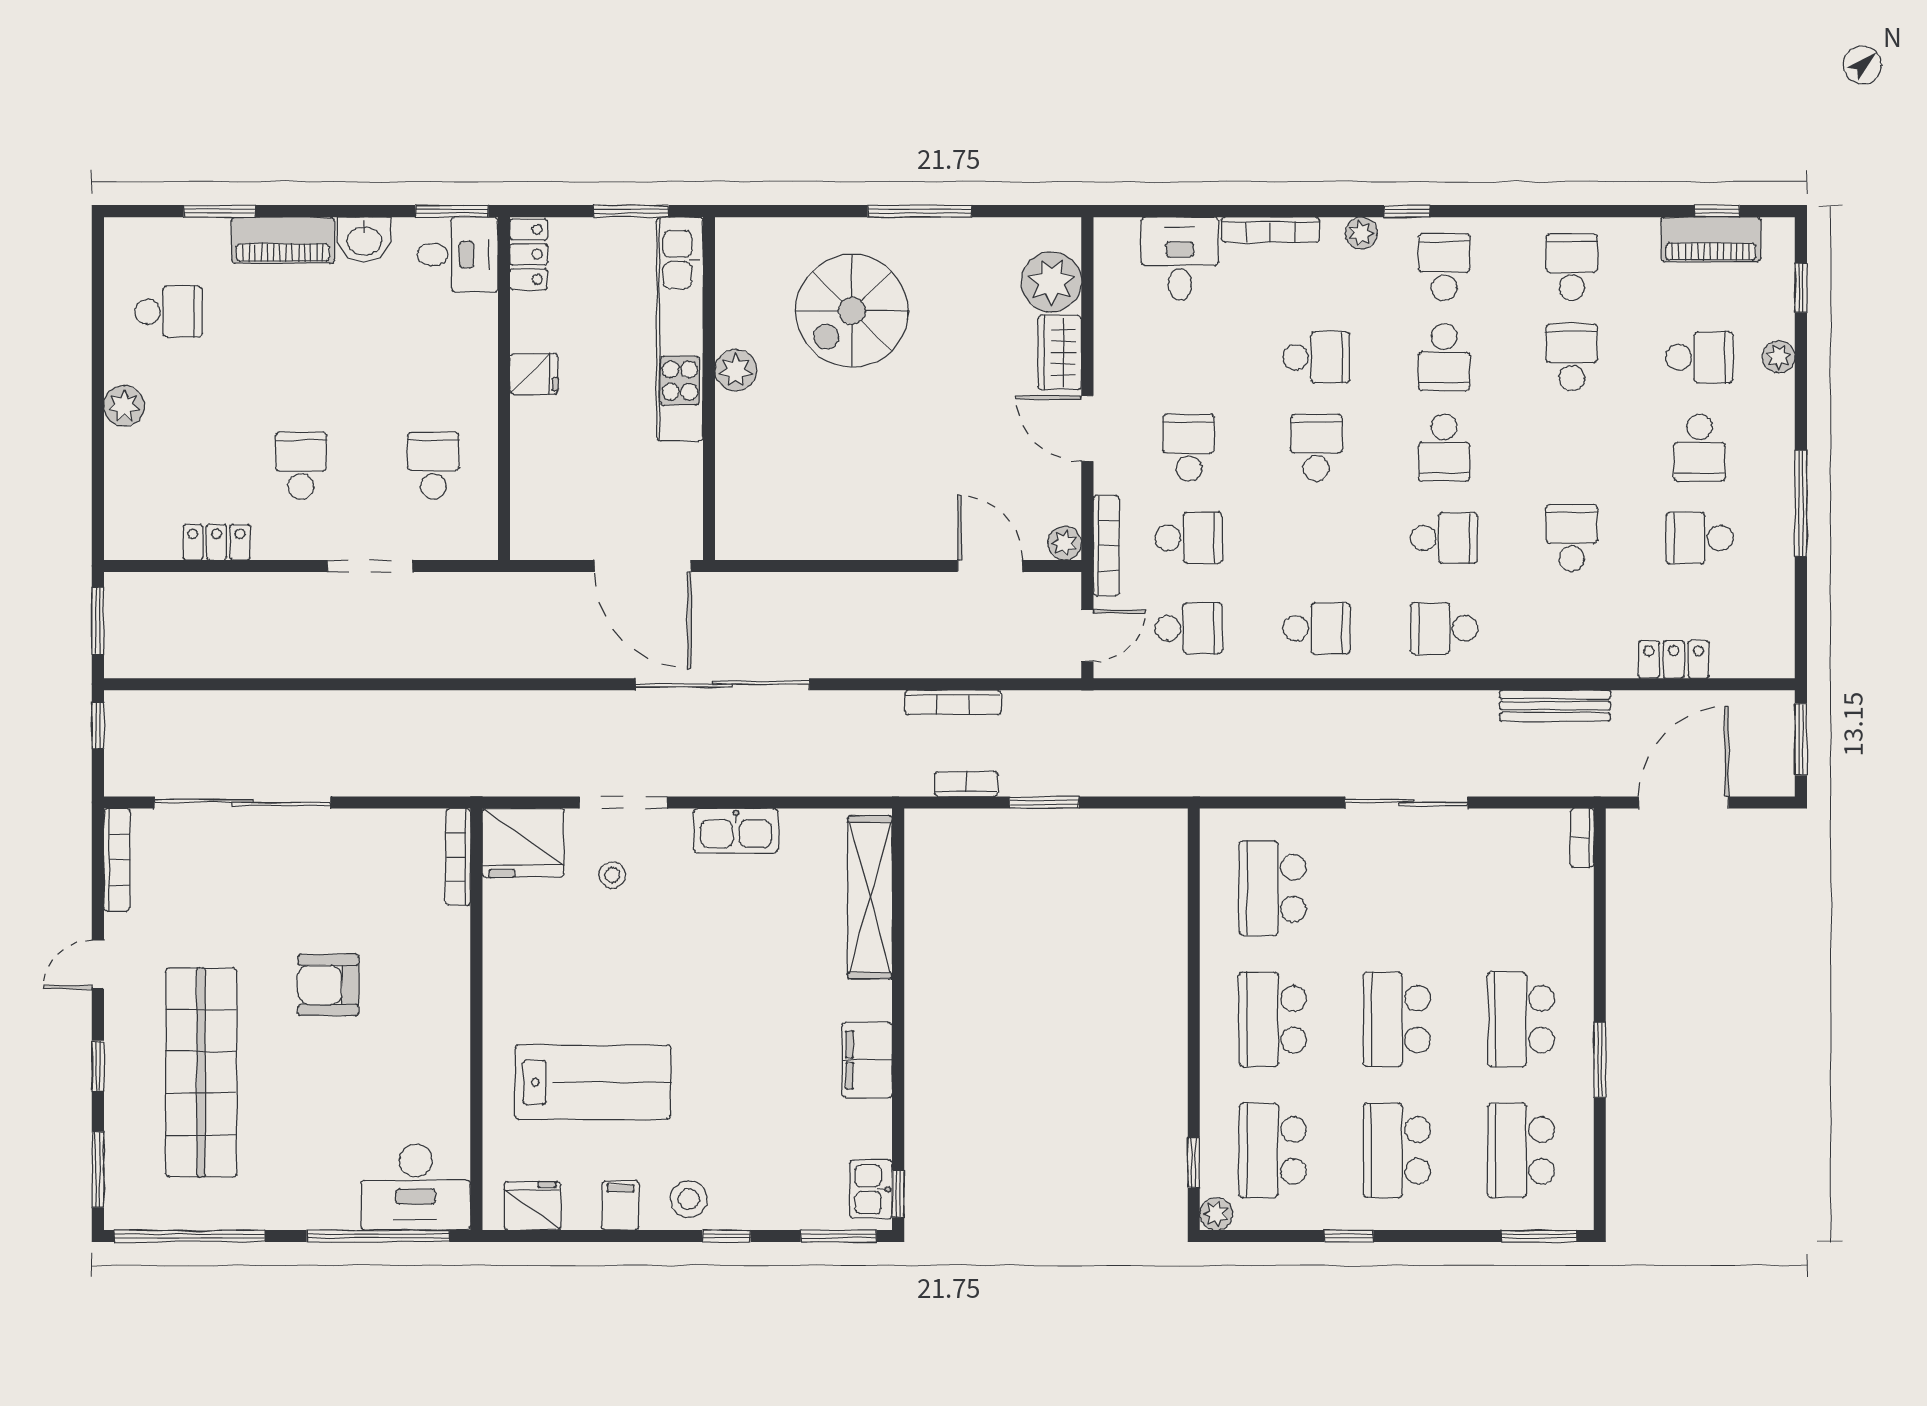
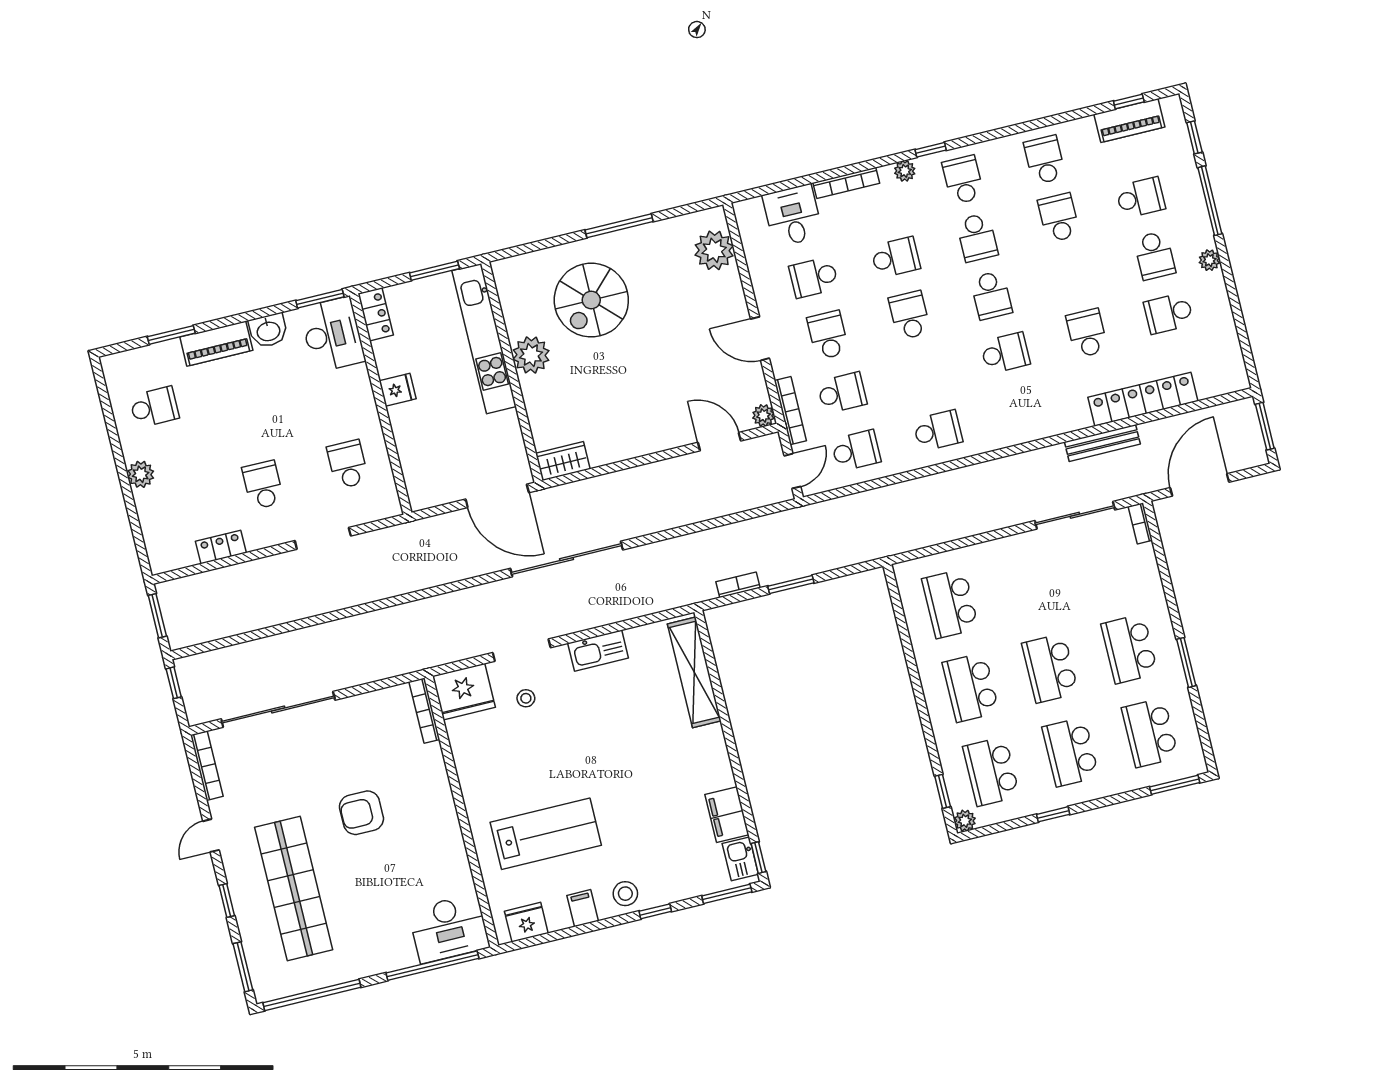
desk: (458, 255) -> (332, 335), width x1.37
wardrobe: (1060, 352) -> (563, 461), moved, turned 90
plant: (1779, 357) -> (1209, 260), moved
plant: (736, 370) -> (531, 355), width x1.36, depth x1.36
window: (1801, 503) -> (1210, 201), moved
school desk: (1444, 628) -> (814, 277), moved
locker: (1674, 659) -> (1143, 399), width x2.16, depth x1.21
bookcase: (953, 702) -> (717, 535), removed
sliding door: (1406, 802) -> (1075, 515), moved
filing cabinet: (867, 1060) -> (727, 815), moved

